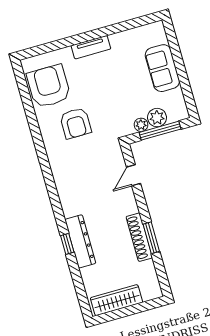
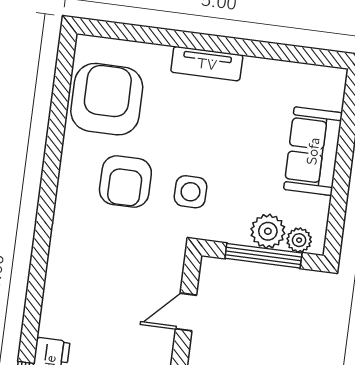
side table: (110, 114) -> (190, 192), added
plant: (141, 125) -> (299, 240), moved

